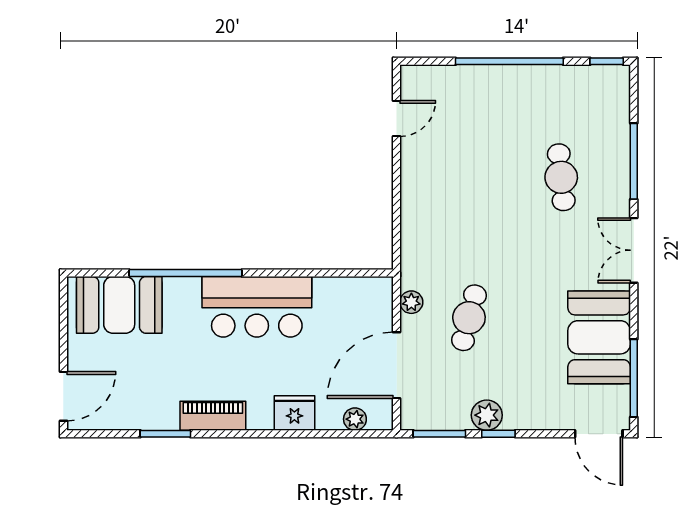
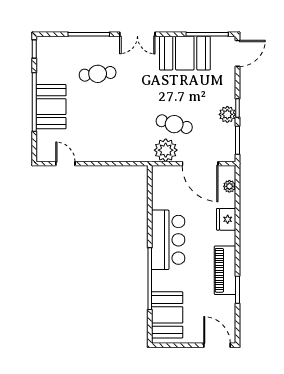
booth: (501, 92) -> (51, 107), added
plant: (411, 302) -> (166, 150), width x1.88, depth x1.88
piano: (213, 416) -> (225, 270), width x1.37, depth x1.33

